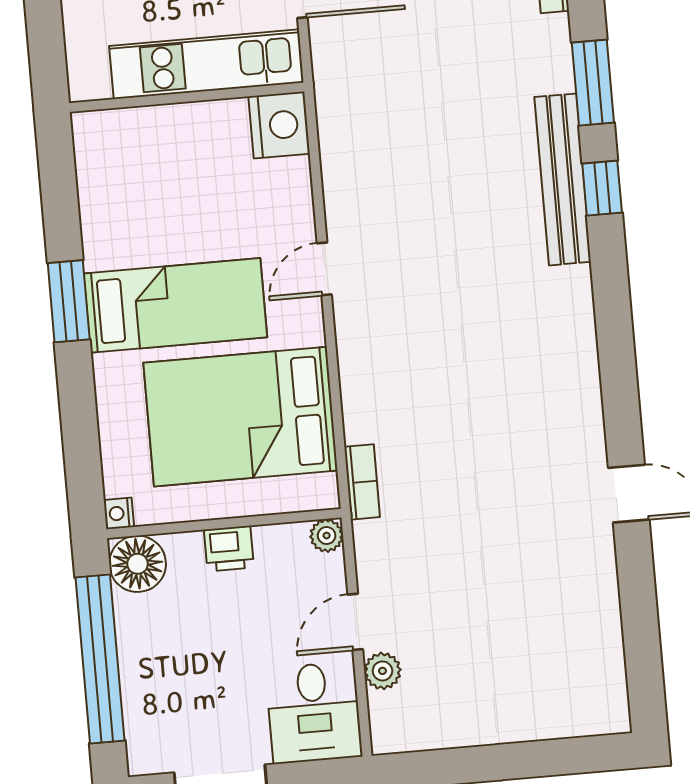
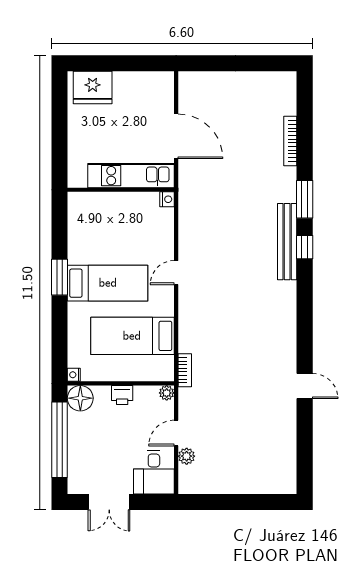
nightstand: (279, 125) -> (167, 199), width x0.53, depth x0.56
bed: (240, 417) -> (132, 336), width x0.67

